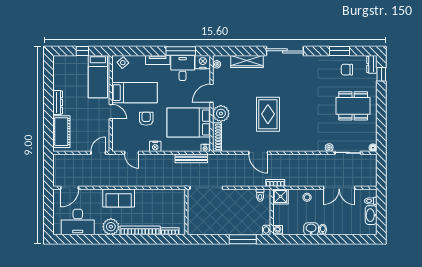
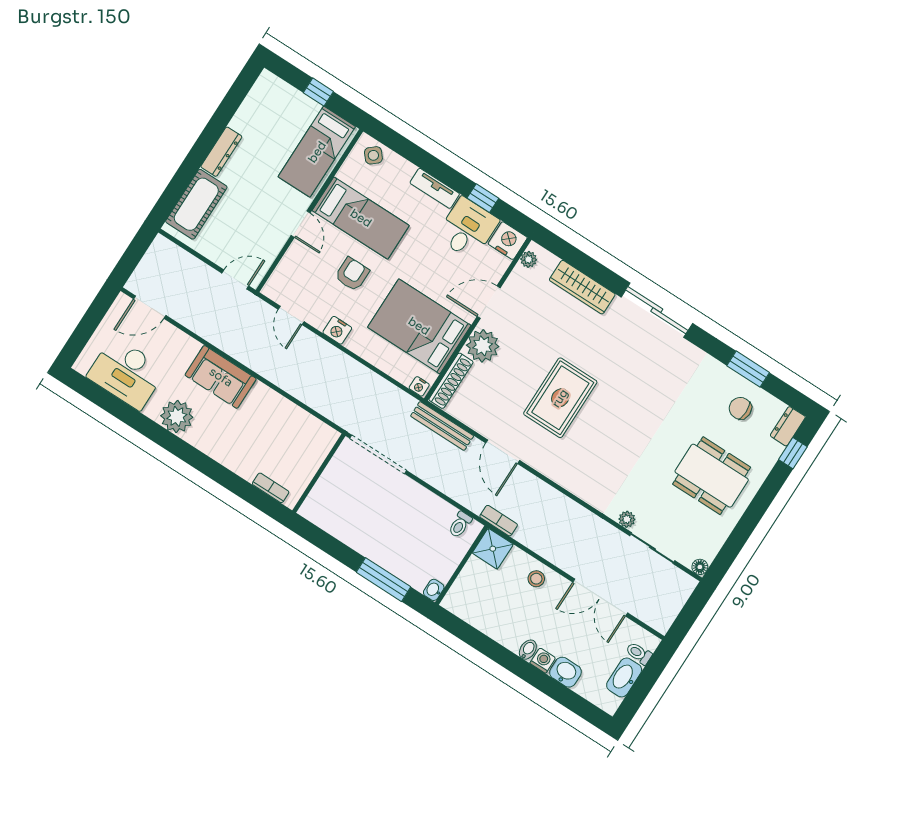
window: (181, 51) -> (483, 198), width x0.46
bench: (191, 158) -> (442, 426), moved
washbasin: (311, 229) -> (565, 672), moved
bookcase: (140, 230) -> (222, 454), removed
washing machine: (278, 230) -> (543, 660), moved

